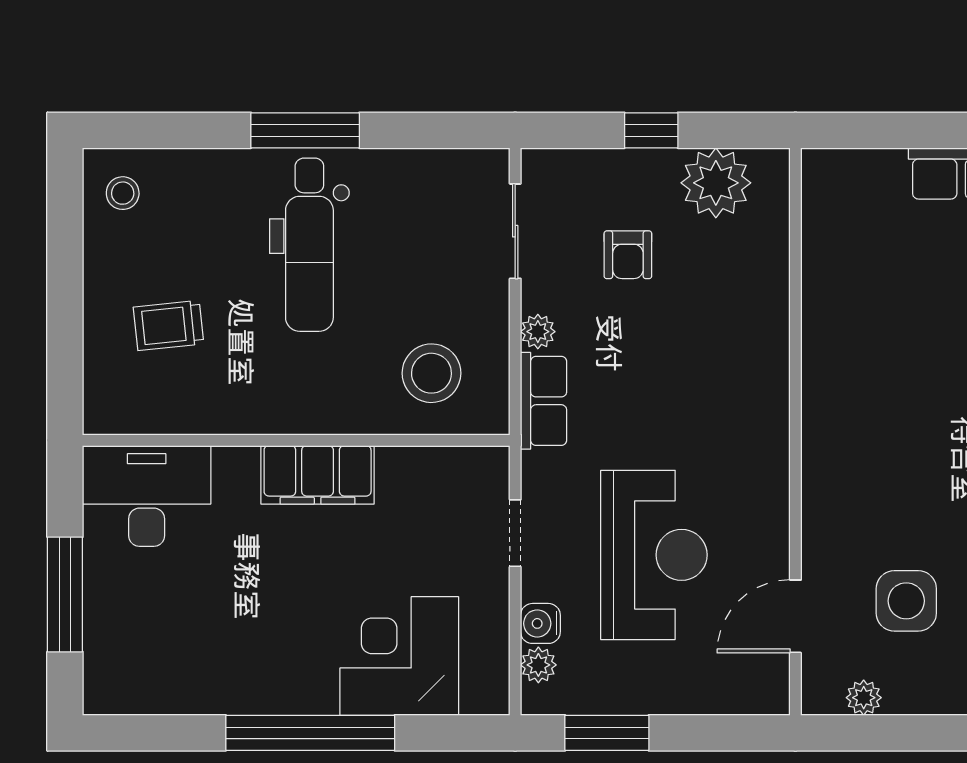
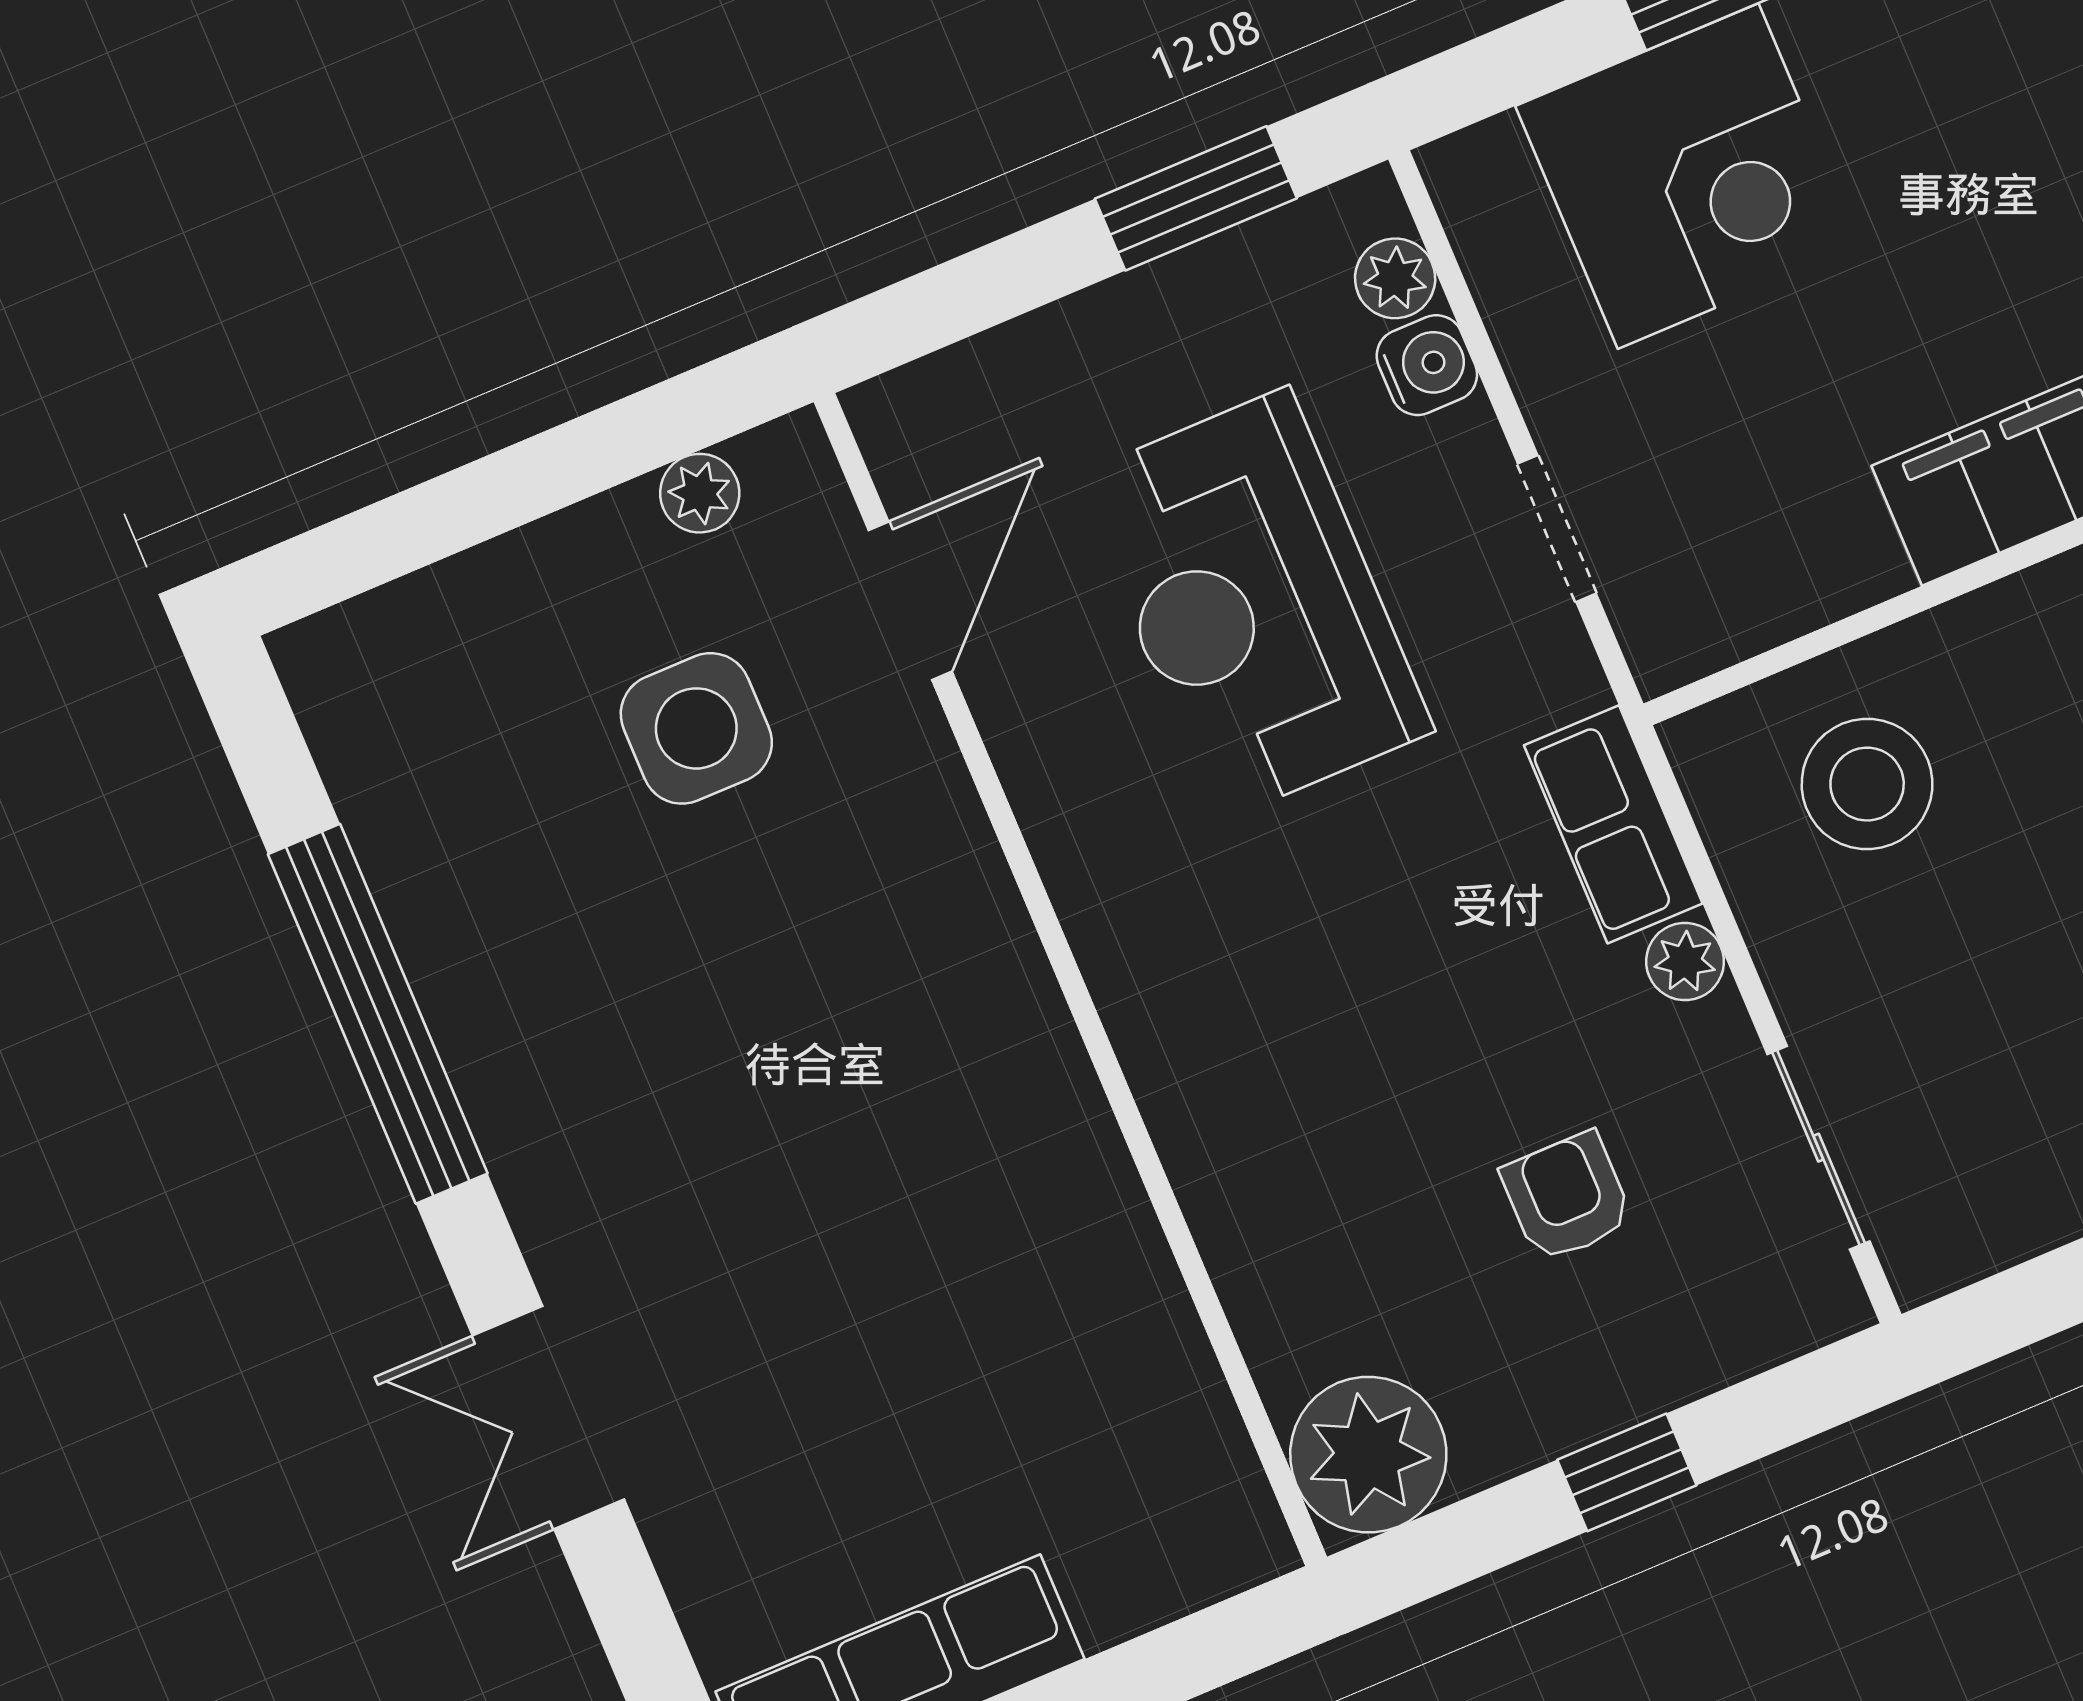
plant: (716, 183) -> (1368, 1455), moved

